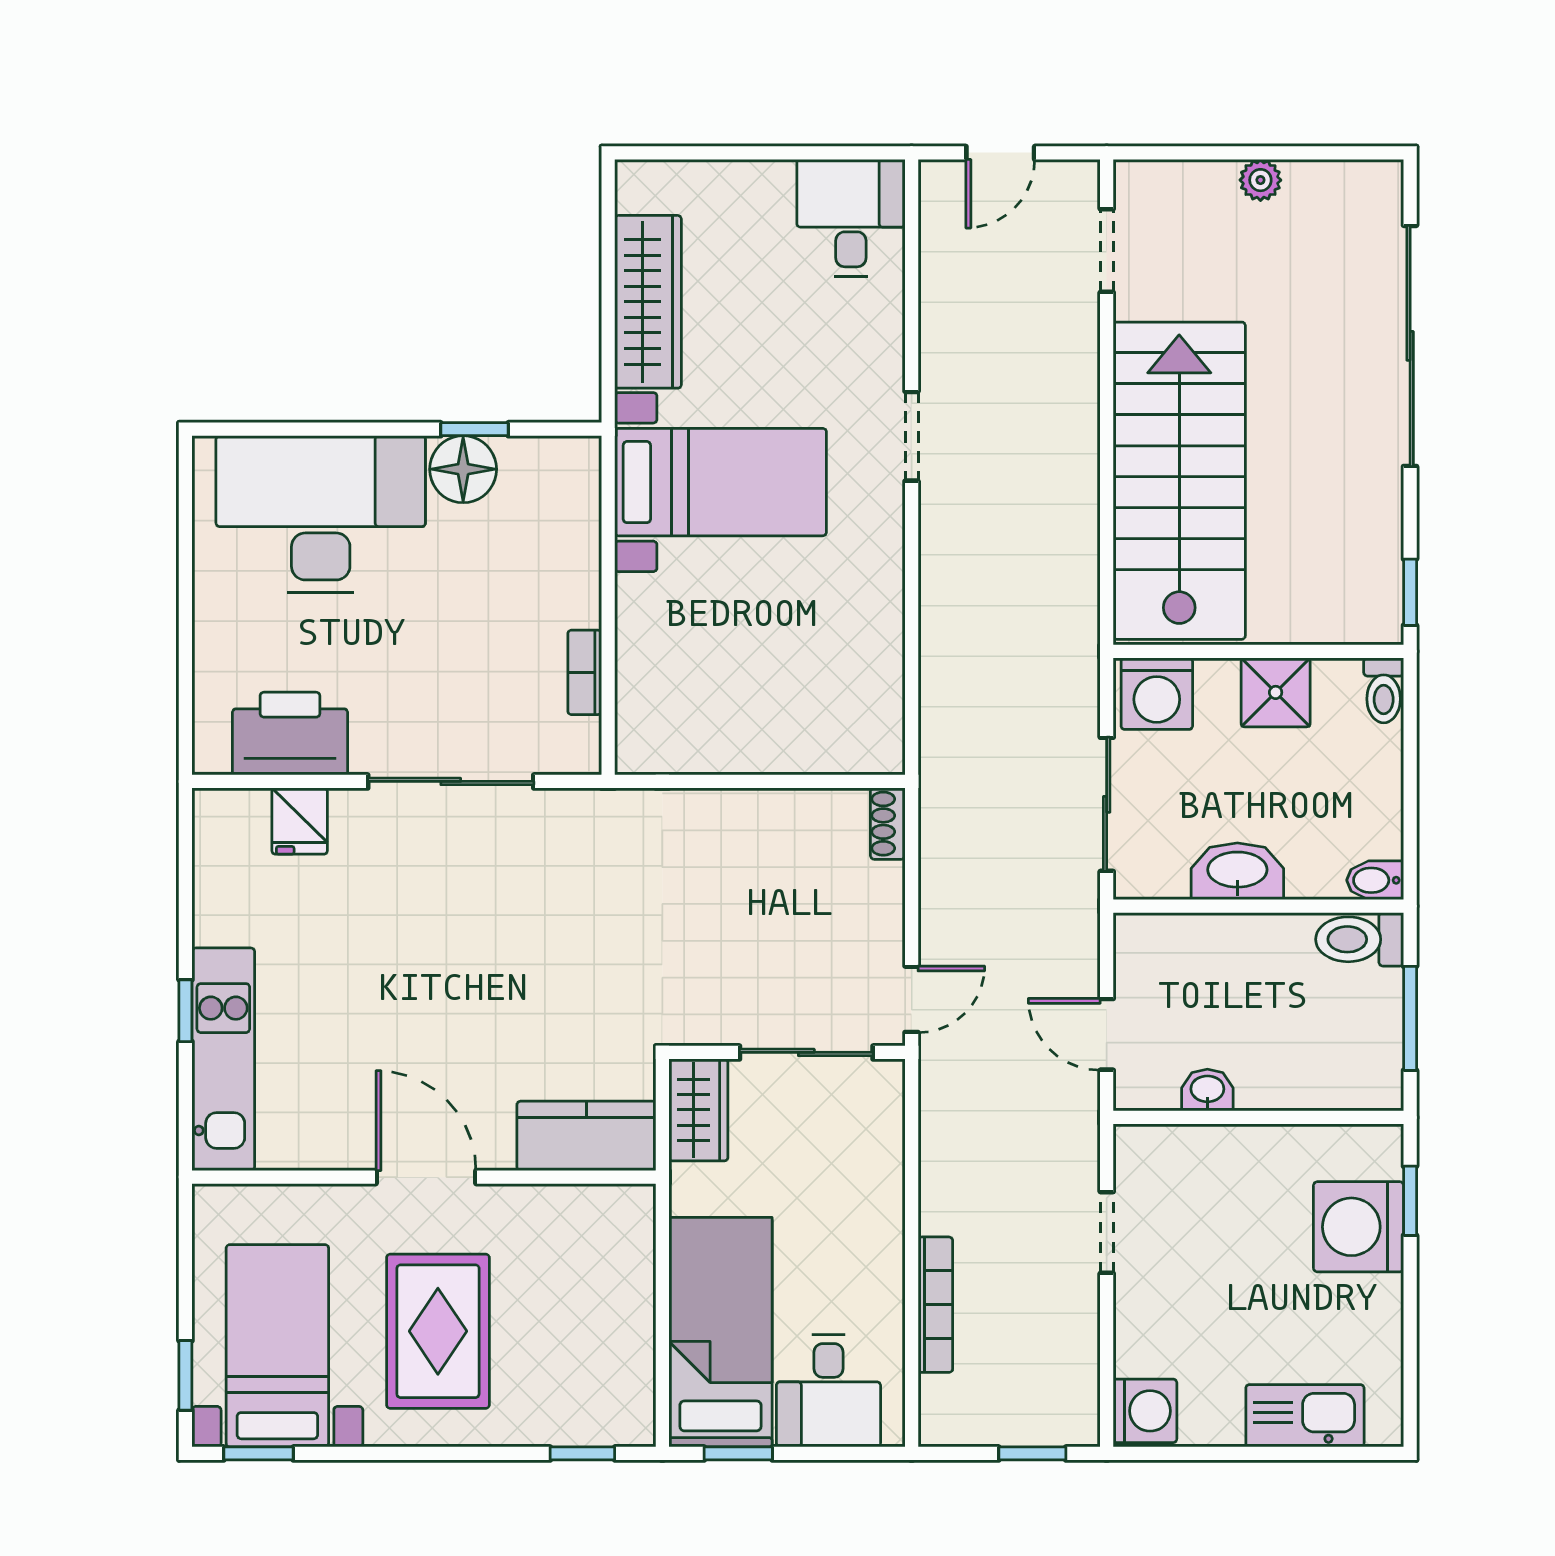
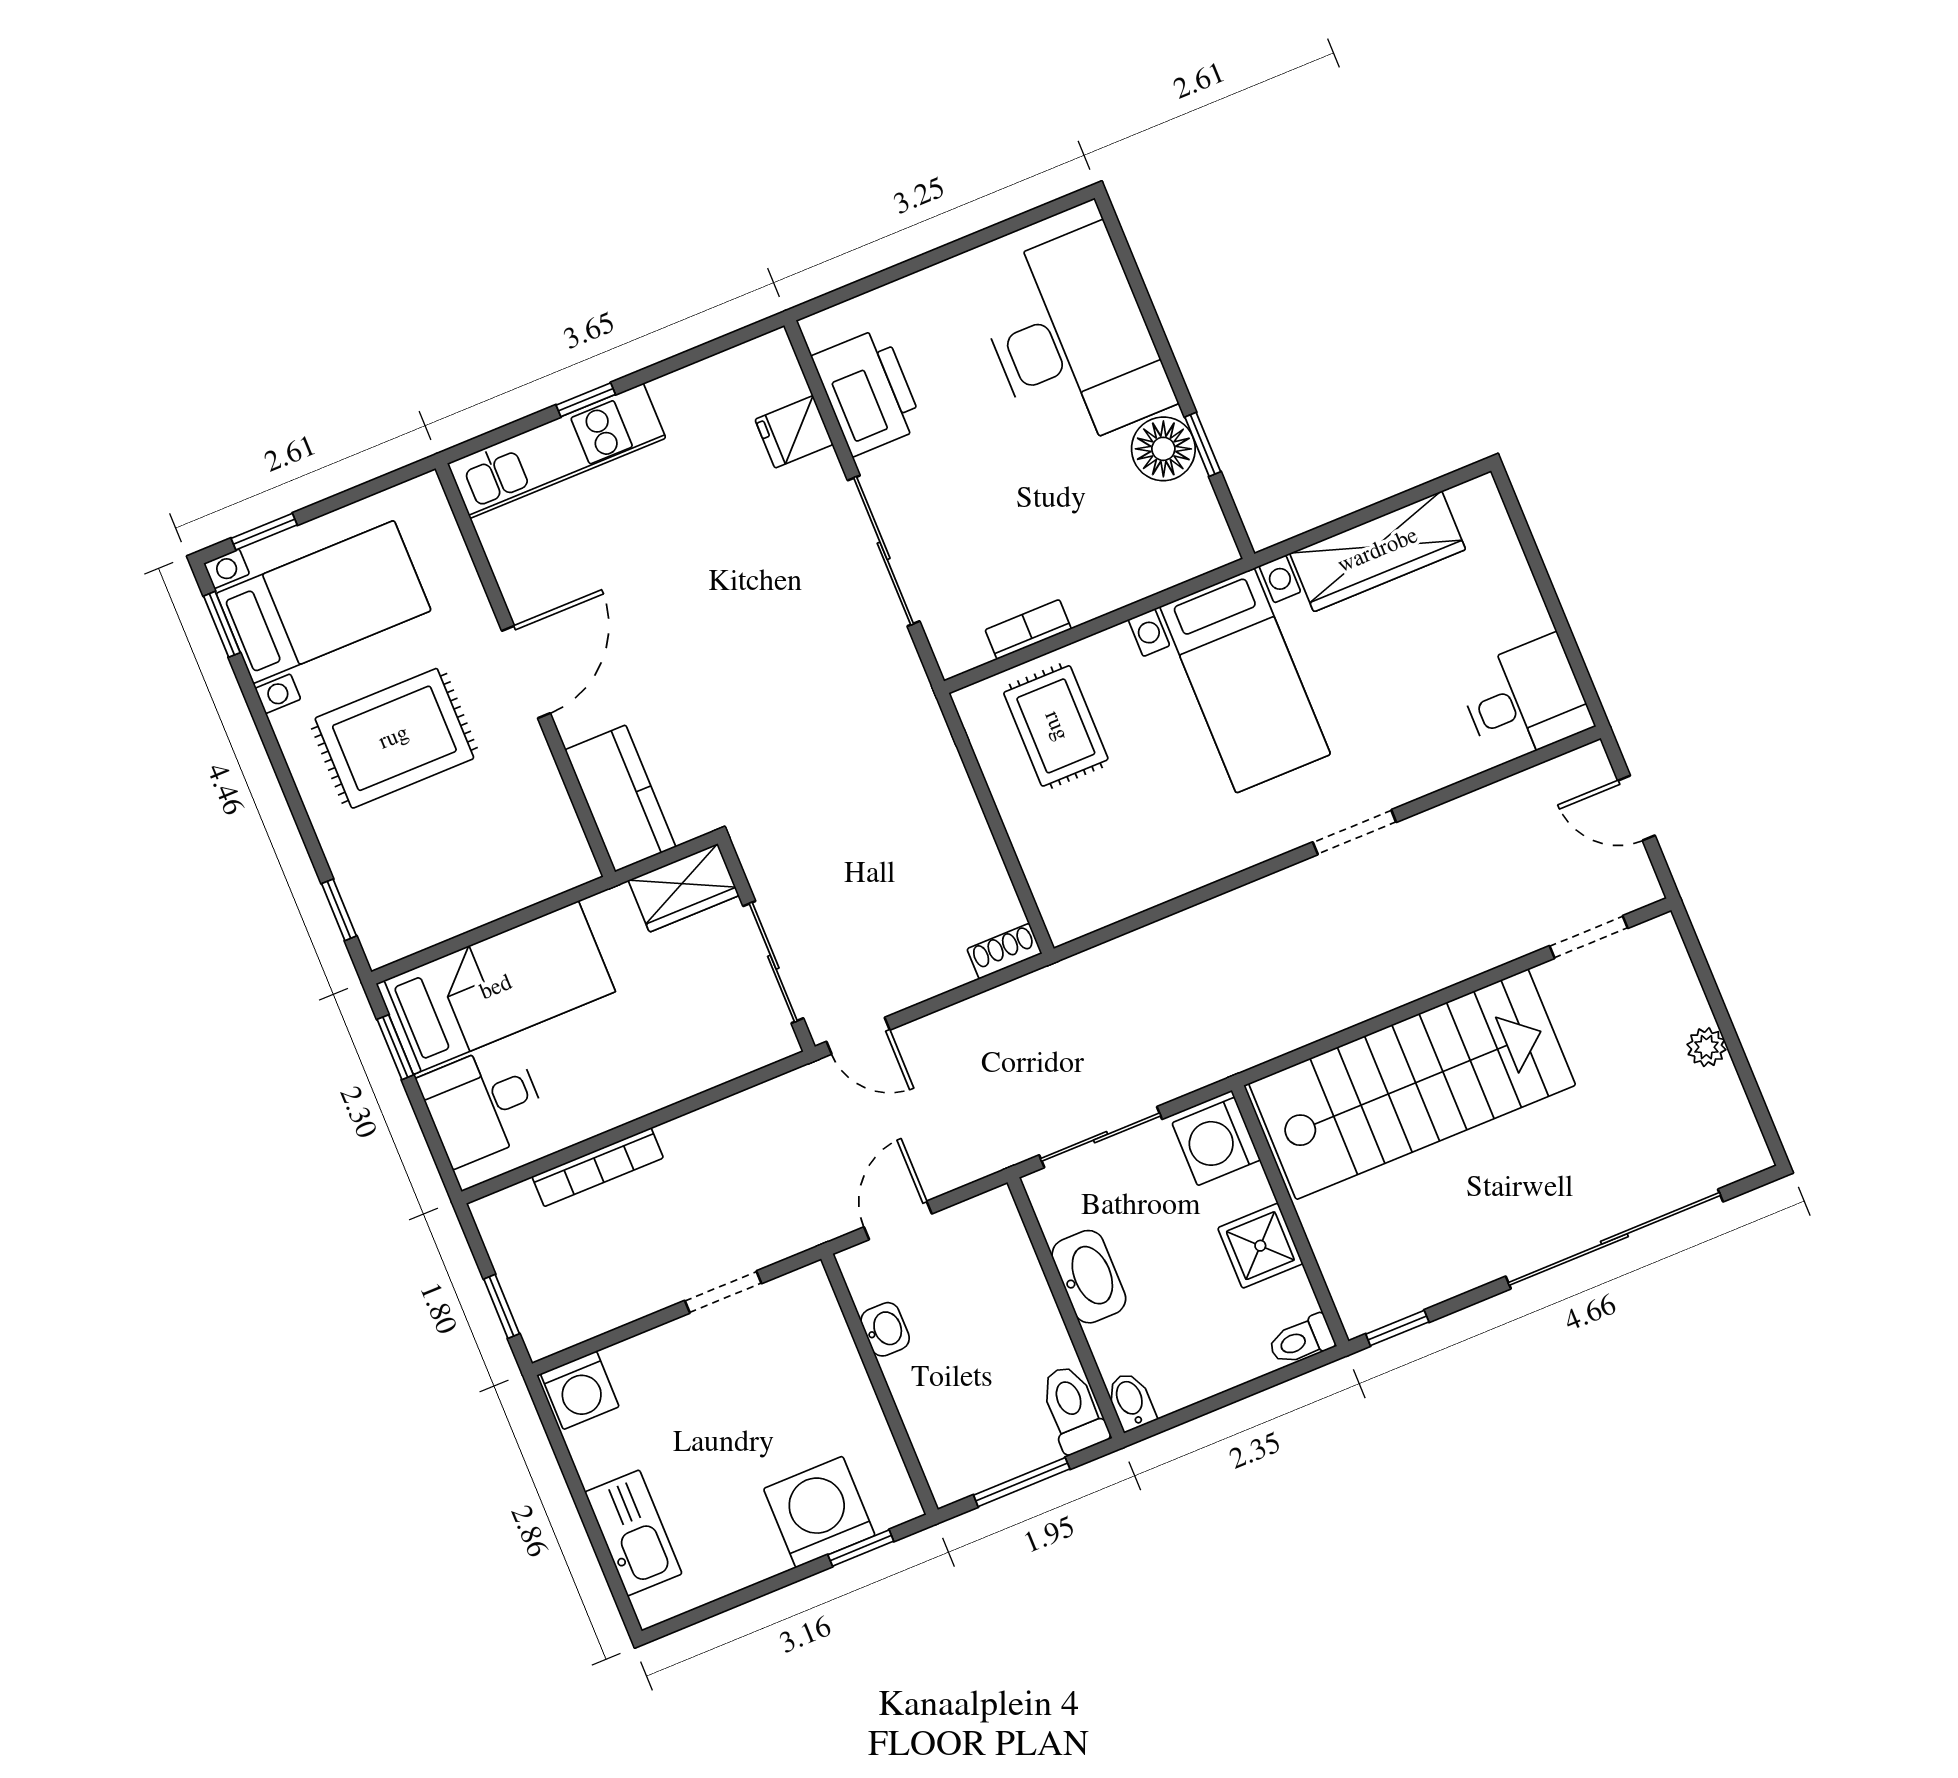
rug: (689, 684) -> (1056, 726), added

